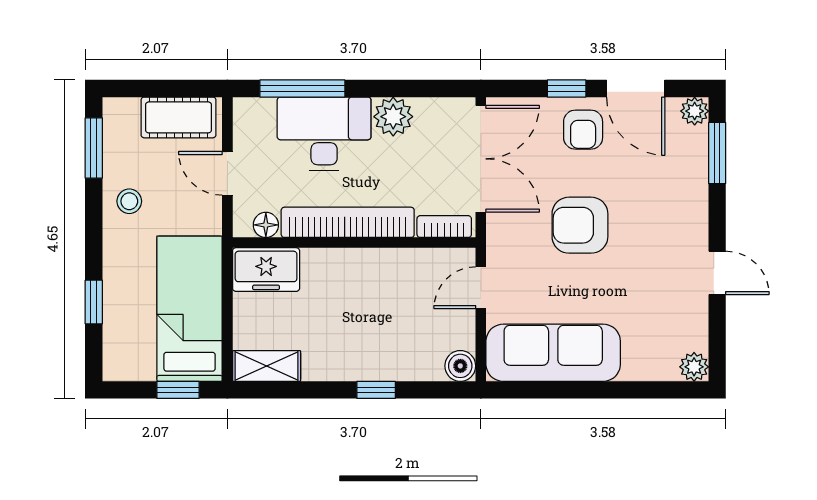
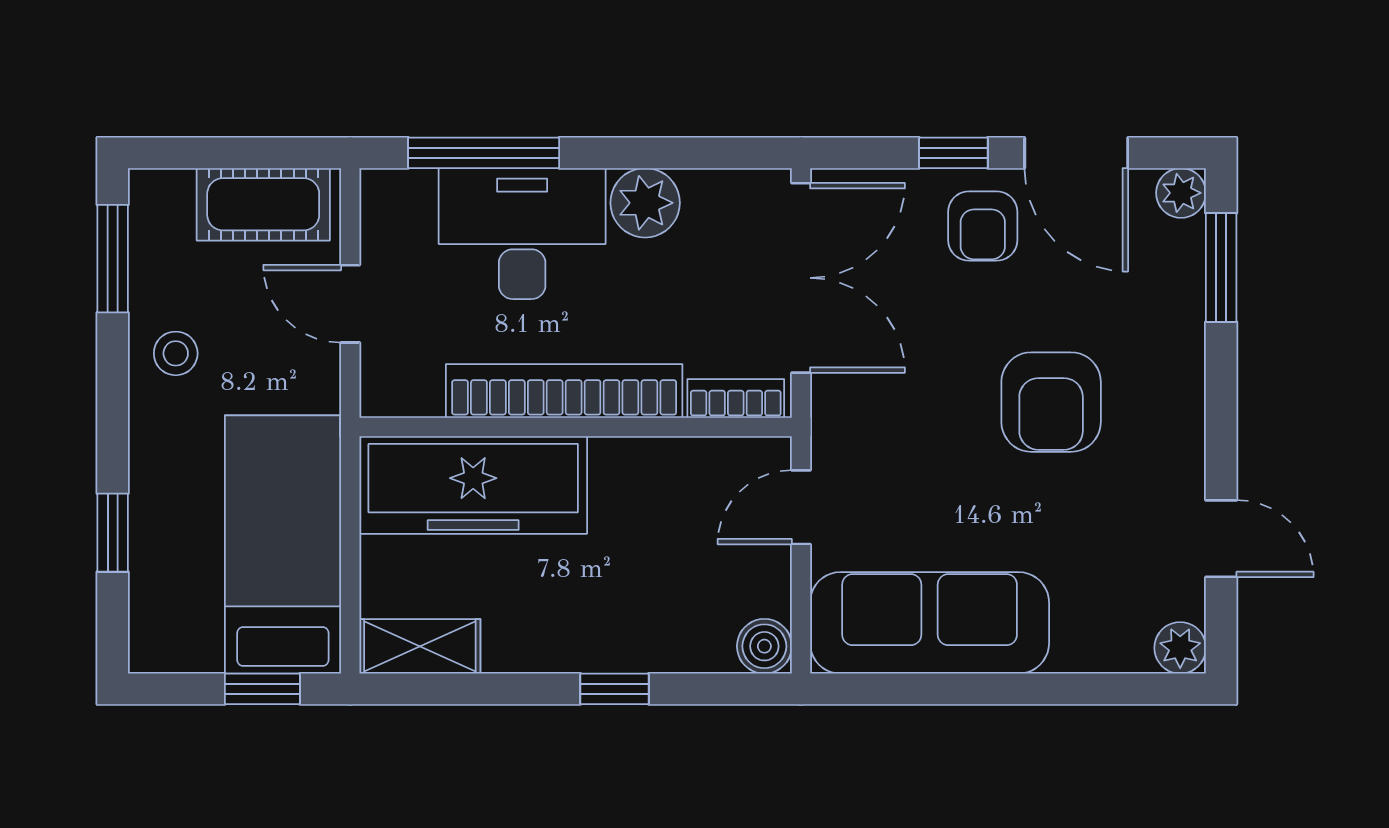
floor lamp: (266, 225) -> (419, 395), removed
armchair: (580, 225) -> (1051, 402), moved, turned -90
freezer: (266, 270) -> (473, 485), width x1.91, depth x1.26
door: (717, 273) -> (1221, 539), moved

